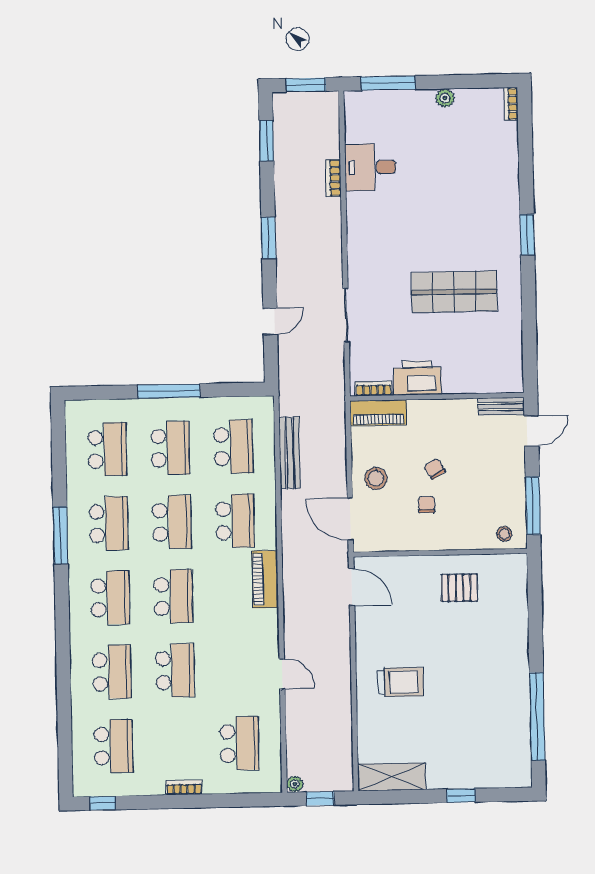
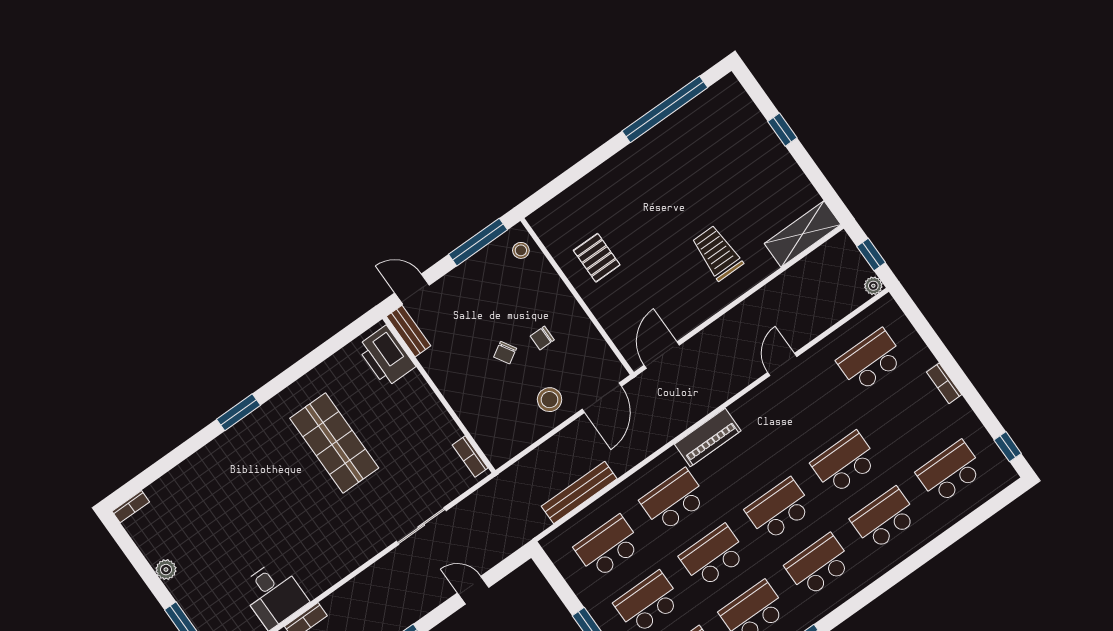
printer: (417, 378) -> (386, 356), moved
piano: (378, 413) -> (489, 437), removed
shelving: (392, 777) -> (803, 234), moved, turned 90

